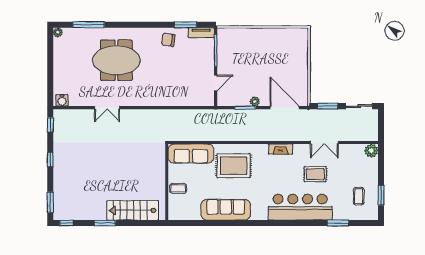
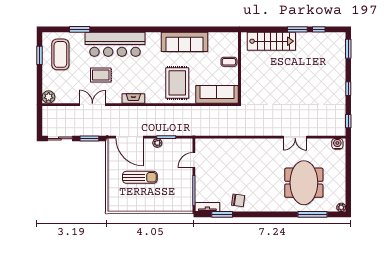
meeting table: (116, 60) -> (304, 183), moved, turned 90
sun lounger: (273, 65) -> (140, 177), added
double door: (107, 108) -> (295, 137), swing flipped
rug: (233, 166) -> (177, 83), turned 90
coffee table: (359, 196) -> (60, 54), width x1.86, depth x1.72
window: (66, 223) -> (319, 29), moved

